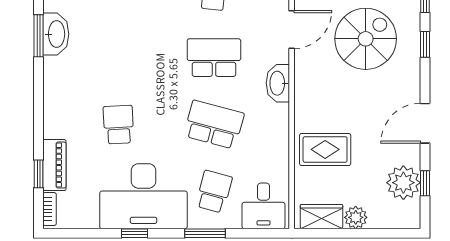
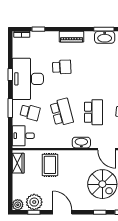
school desk: (214, 125) -> (62, 112), turned -30
piano: (54, 165) -> (72, 37), moved
plant: (356, 217) -> (18, 205), moved

